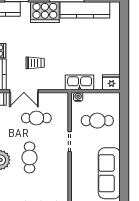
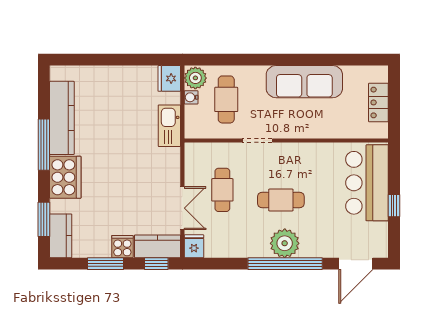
trolley: (35, 63) -> (141, 192), removed
water cooler: (78, 97) -> (191, 97), moved
plant: (112, 100) -> (195, 78), added

